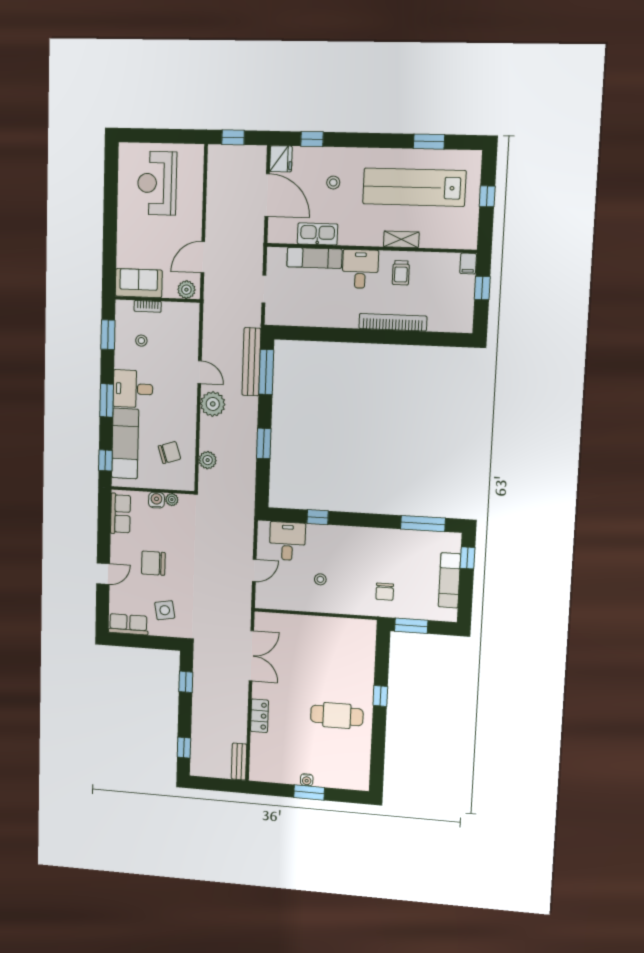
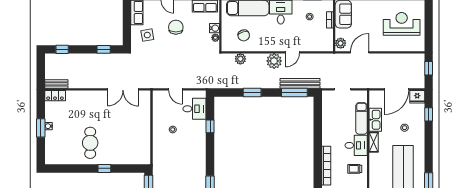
shelving: (401, 239) -> (374, 142), moved
door: (203, 257) -> (360, 52), hinge flipped
chair: (385, 592) -> (168, 168), removed
locker: (259, 716) -> (55, 96), moved

